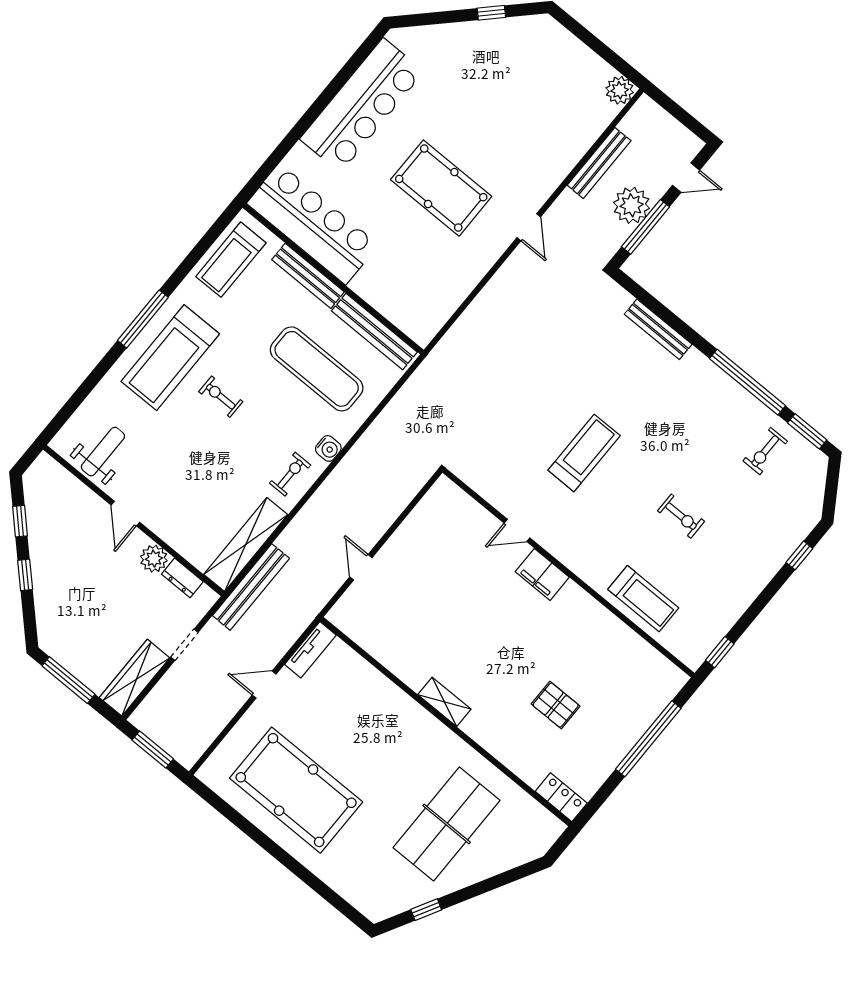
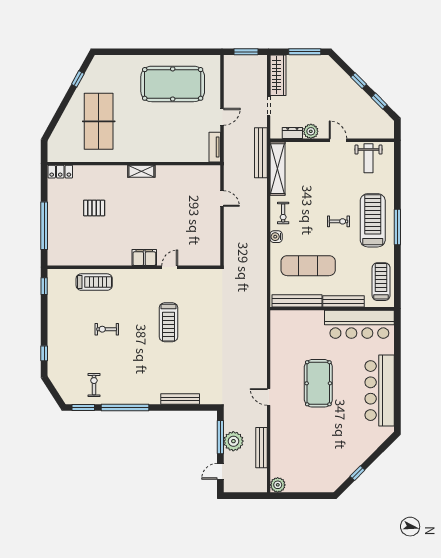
pool table: (441, 188) -> (318, 383), turned 90
treadmill: (643, 599) -> (94, 282), turned 180

